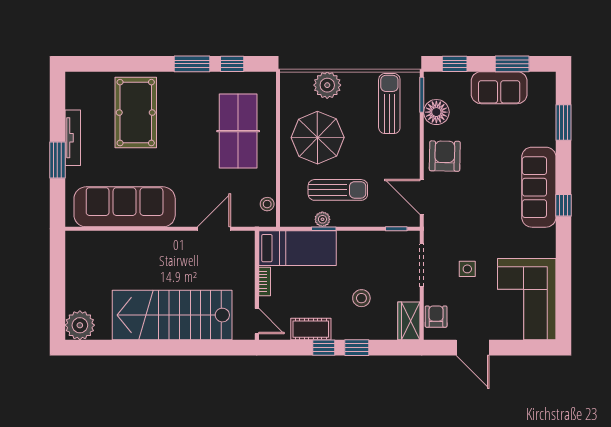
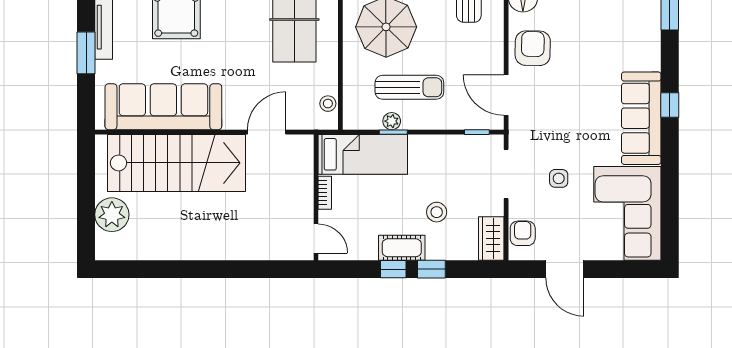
sofa: (539, 187) -> (641, 118), moved
stairs: (172, 315) -> (176, 163), moved, turned 180
plant: (80, 325) -> (112, 215), moved
cot: (311, 329) -> (402, 248), moved

